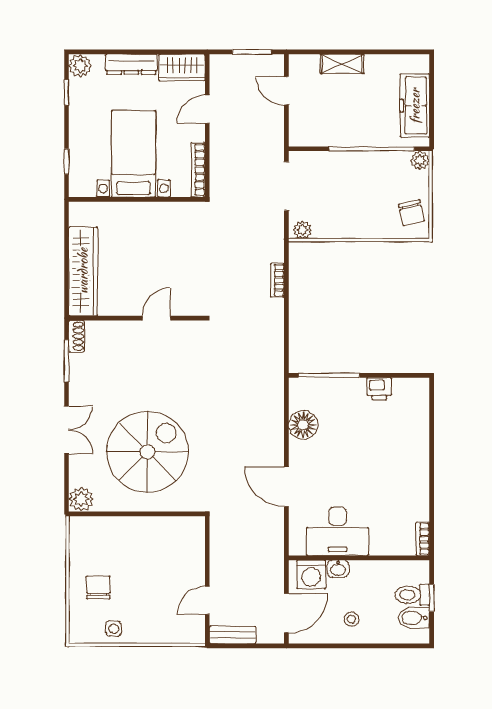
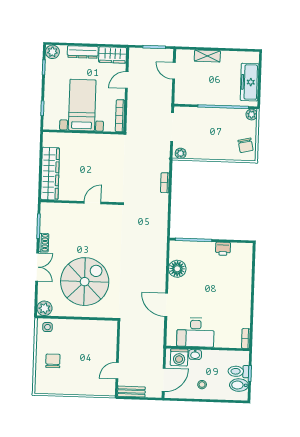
shoe rack: (76, 336) -> (44, 243), moved
side table: (114, 629) -> (47, 327), moved

